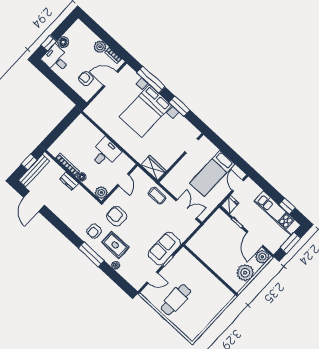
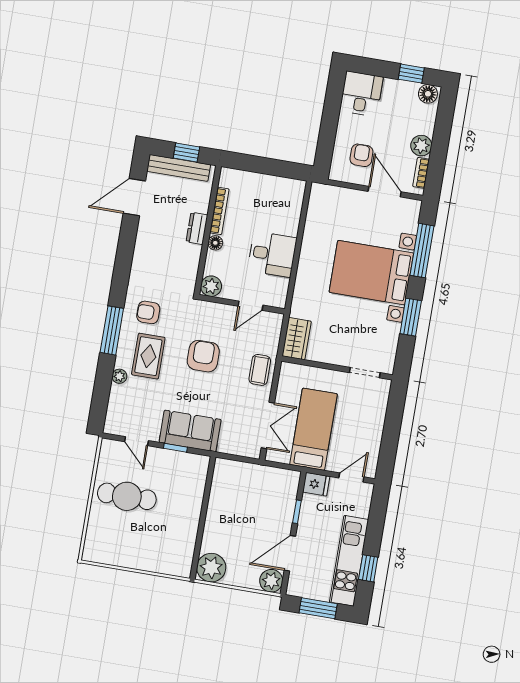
floor lamp: (63, 42) -> (428, 94), moved
window: (49, 43) -> (411, 74), moved
bed: (212, 173) -> (314, 429), moved, turned 90
armchair: (117, 216) -> (203, 356), moved
plant: (245, 273) -> (211, 568), moved

